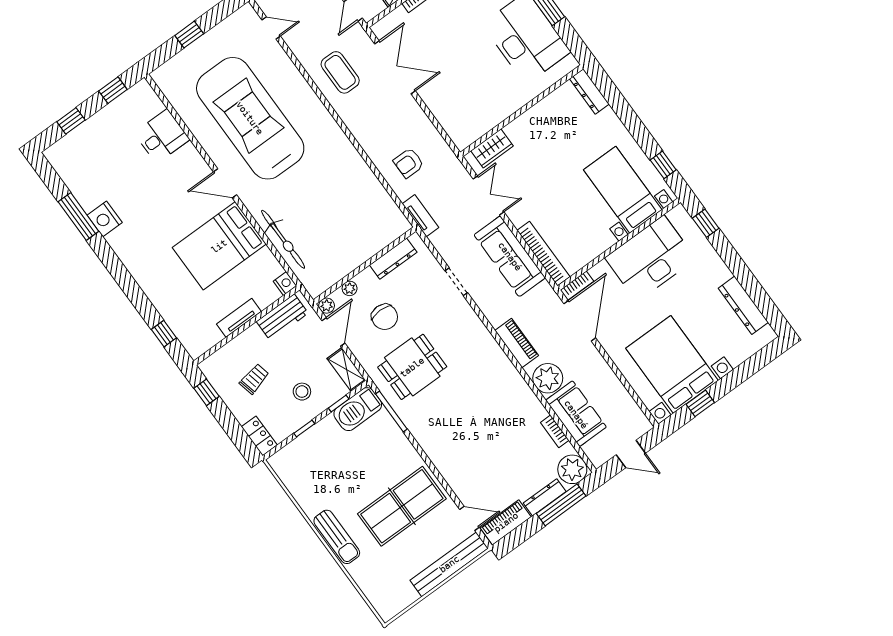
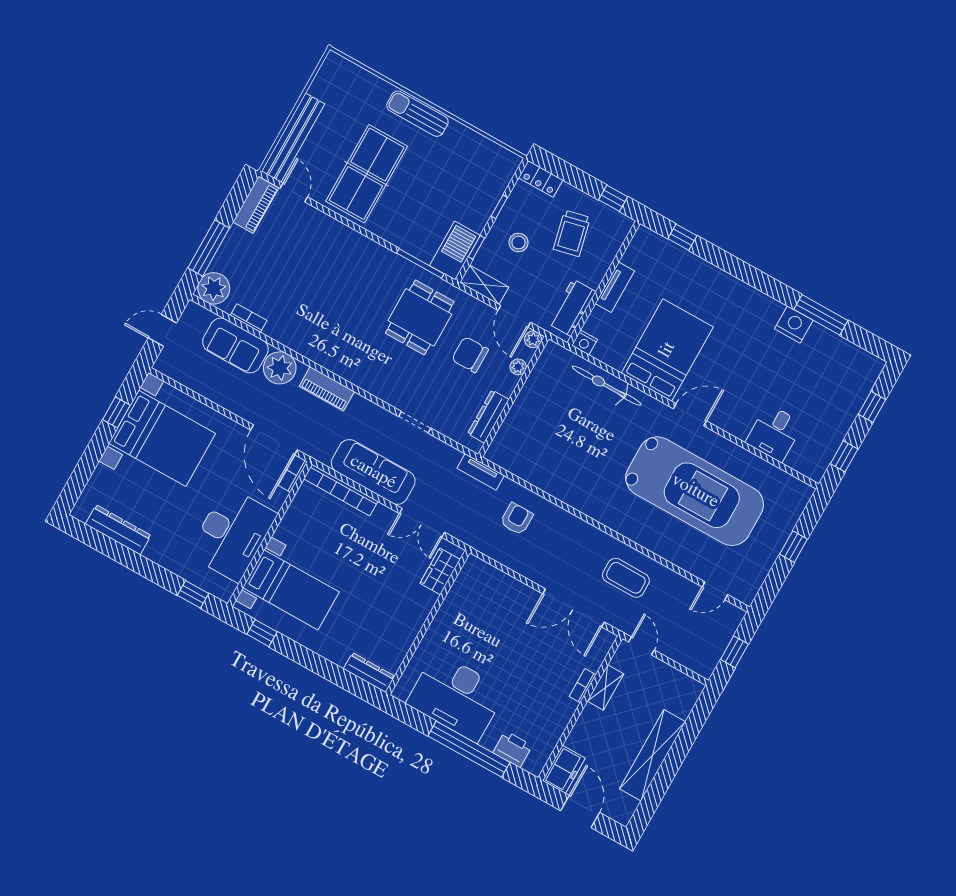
trolley: (254, 379) -> (572, 233), width x1.36, depth x1.39
dresser: (545, 497) -> (229, 248), removed
door: (469, 518) -> (294, 193), swing flipped

